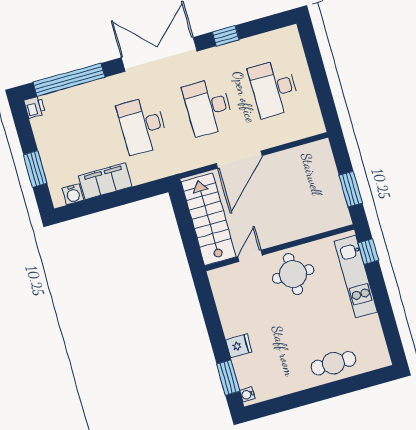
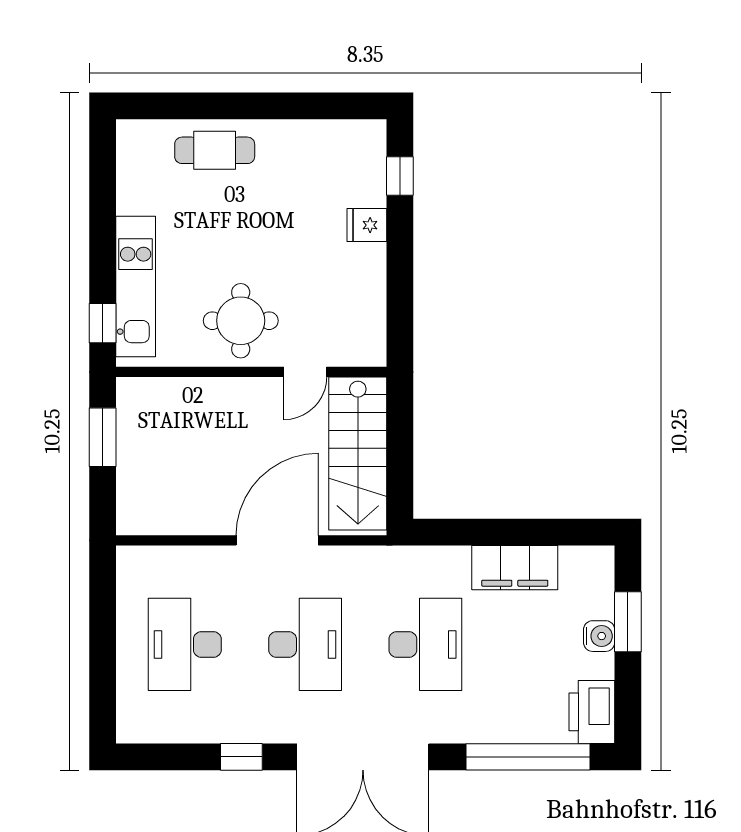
desk: (274, 88) -> (185, 644), turned 180
printer: (35, 107) -> (592, 712), width x1.87, depth x1.48
water cooler: (73, 194) -> (599, 636), moved, turned 90
window: (228, 378) -> (400, 176), width x0.67
water cooler: (247, 394) -> (376, 138), removed

